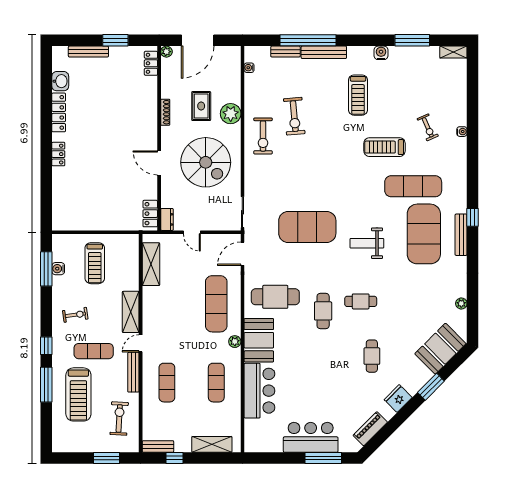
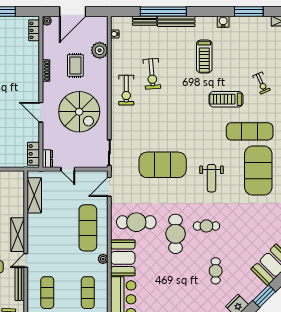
plant: (231, 114) -> (100, 50), moved
weight bench: (367, 243) -> (212, 178), turned -90
cafe table: (323, 311) -> (176, 234), width x1.37, depth x1.35

